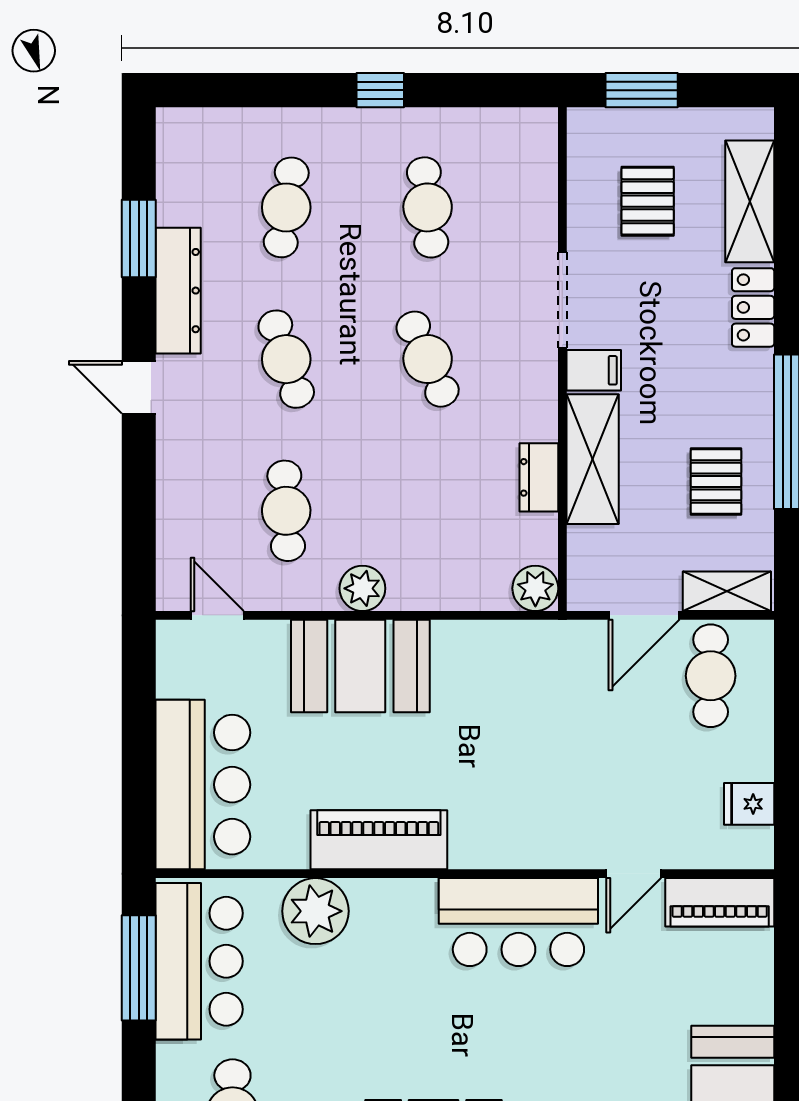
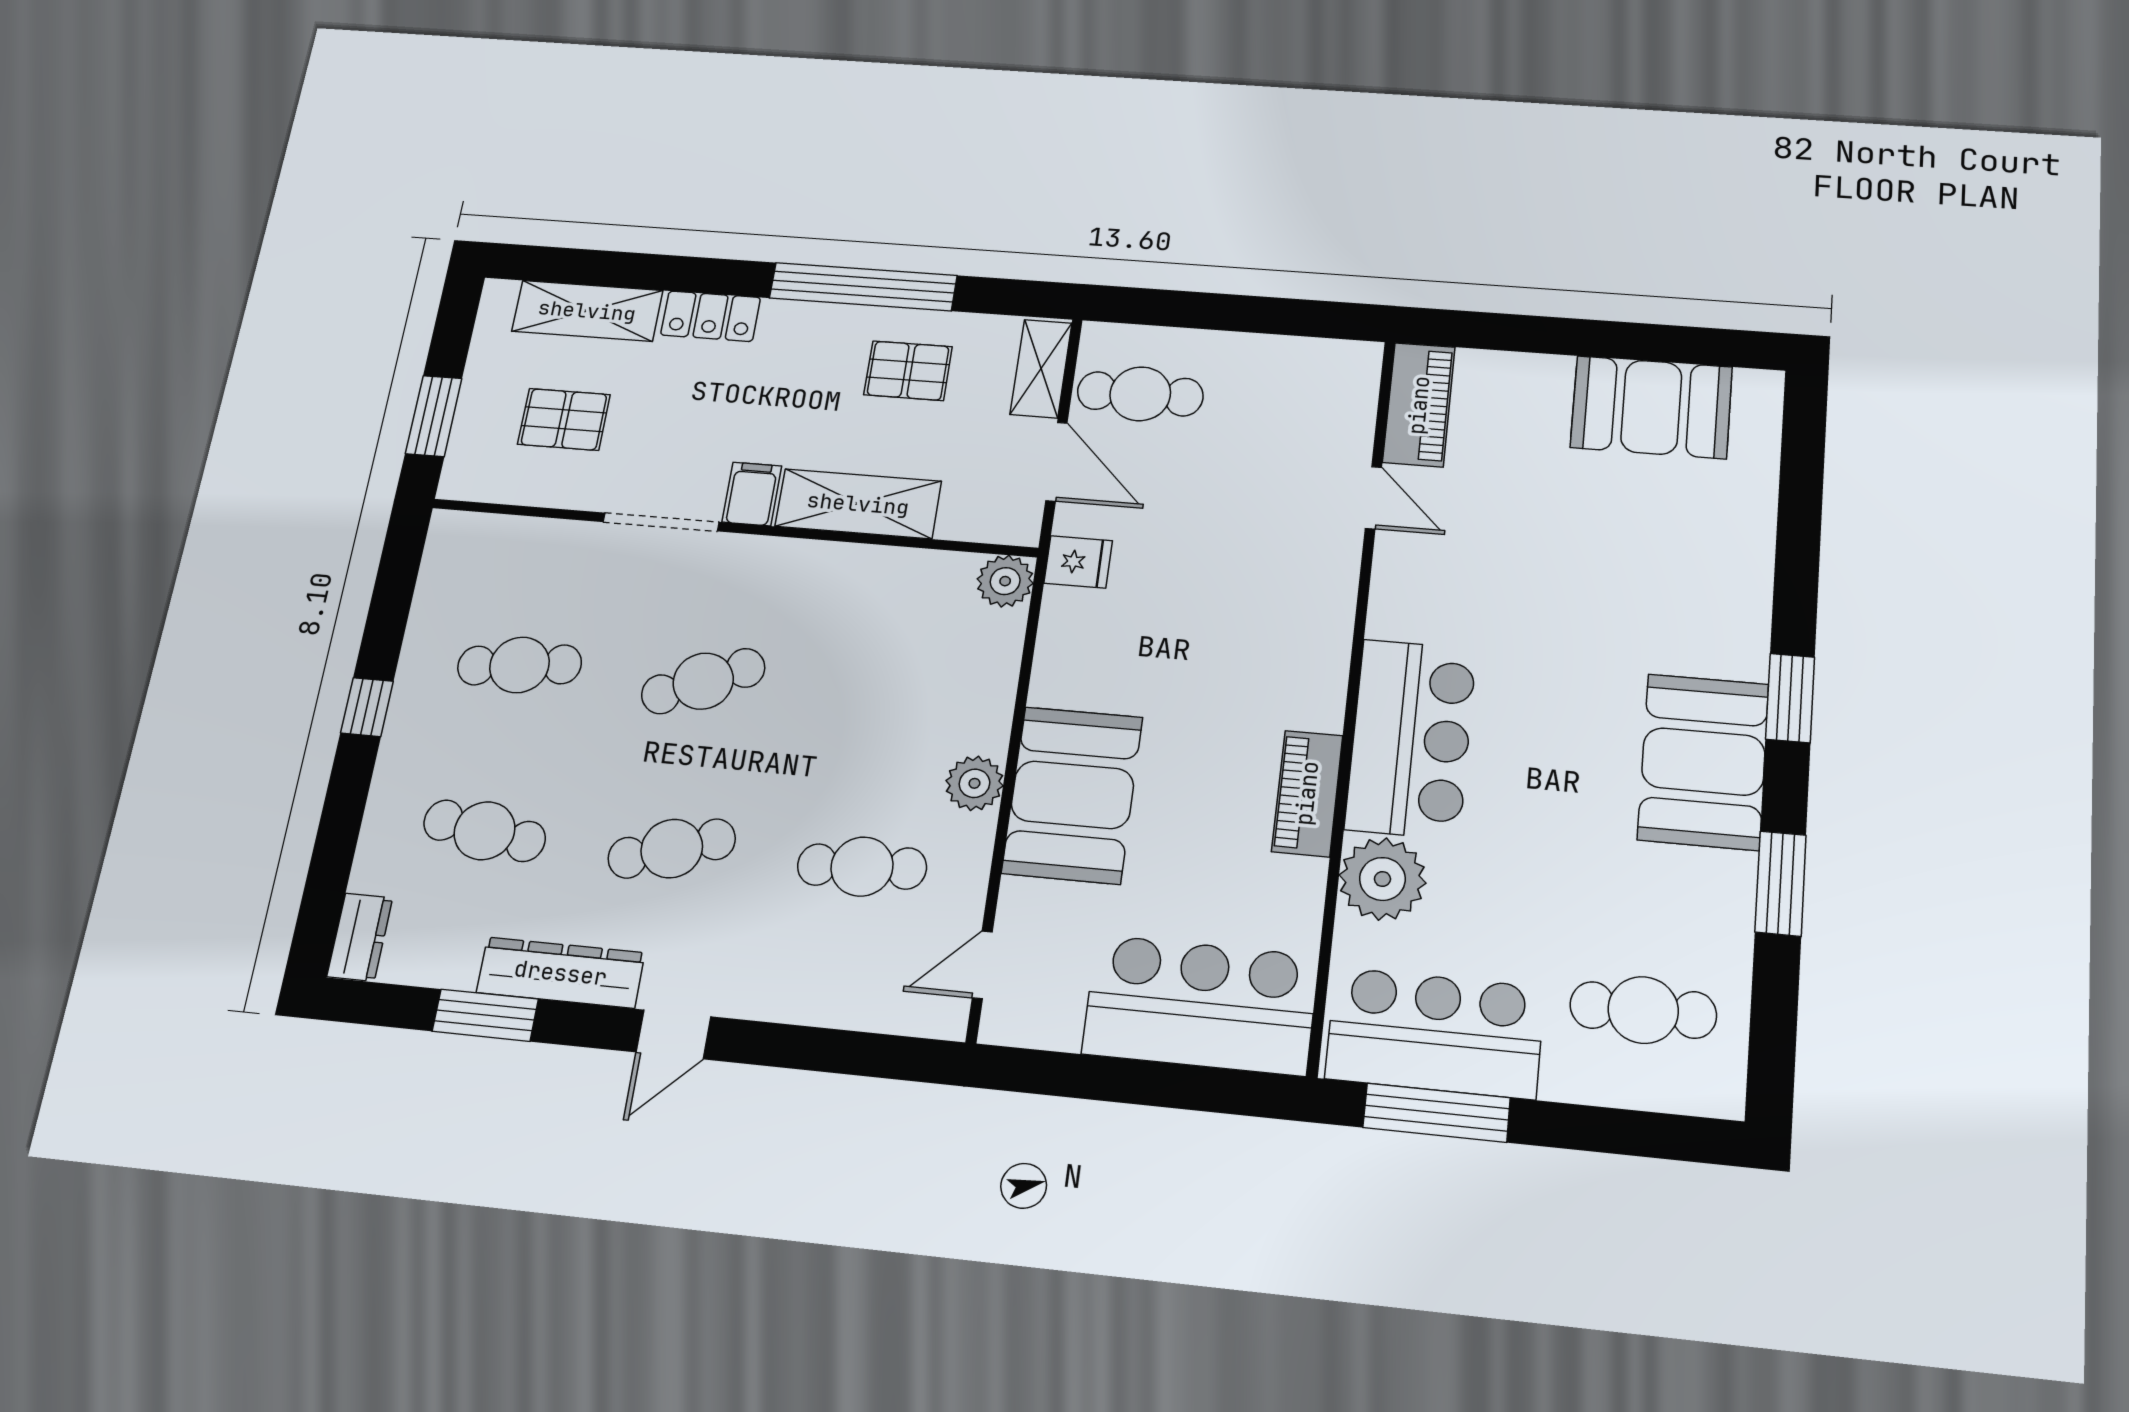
dresser: (539, 477) -> (360, 937), moved, turned -90
fridge: (749, 804) -> (1078, 562), moved, turned -90
piano: (379, 840) -> (1307, 793), width x0.73, depth x0.75
bar counter: (518, 922) -> (1411, 738), moved

